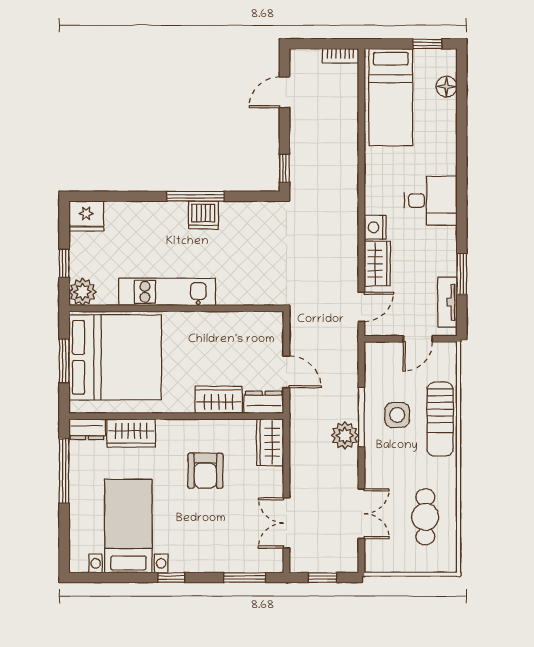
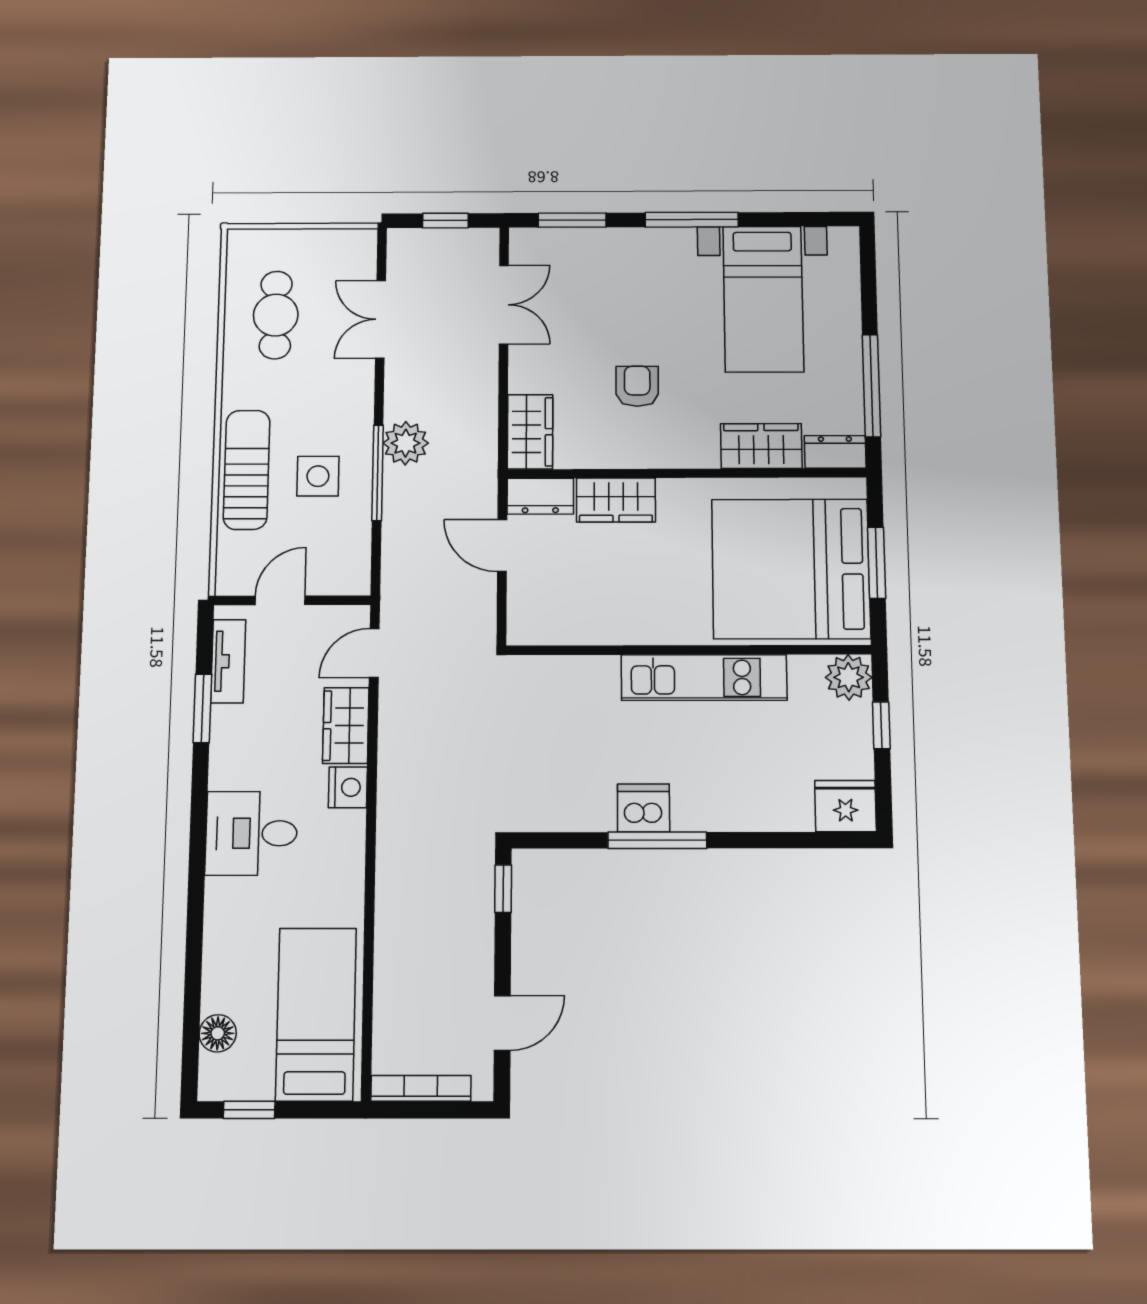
bookcase: (340, 56) -> (421, 1088), width x1.56
armchair: (205, 471) -> (637, 386), width x0.72, depth x0.72
window: (171, 577) -> (692, 220), width x2.17

